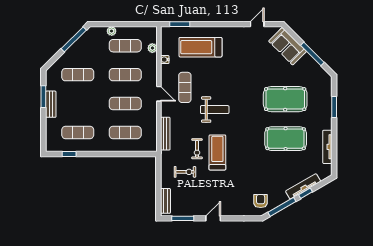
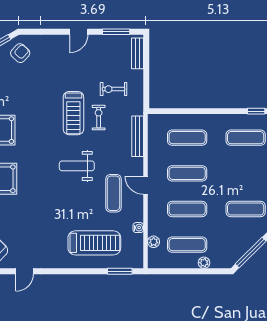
armchair: (261, 201) -> (20, 53), turned -137

